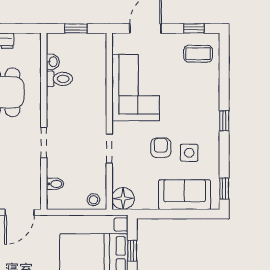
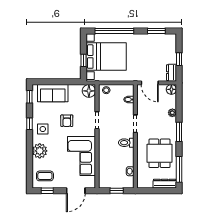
toilet: (60, 79) -> (126, 143), moved
plant: (207, 96) -> (40, 151), added
window: (224, 121) -> (30, 124), moved
side table: (189, 153) -> (43, 129), moved
door: (20, 212) -> (150, 83), swing flipped

